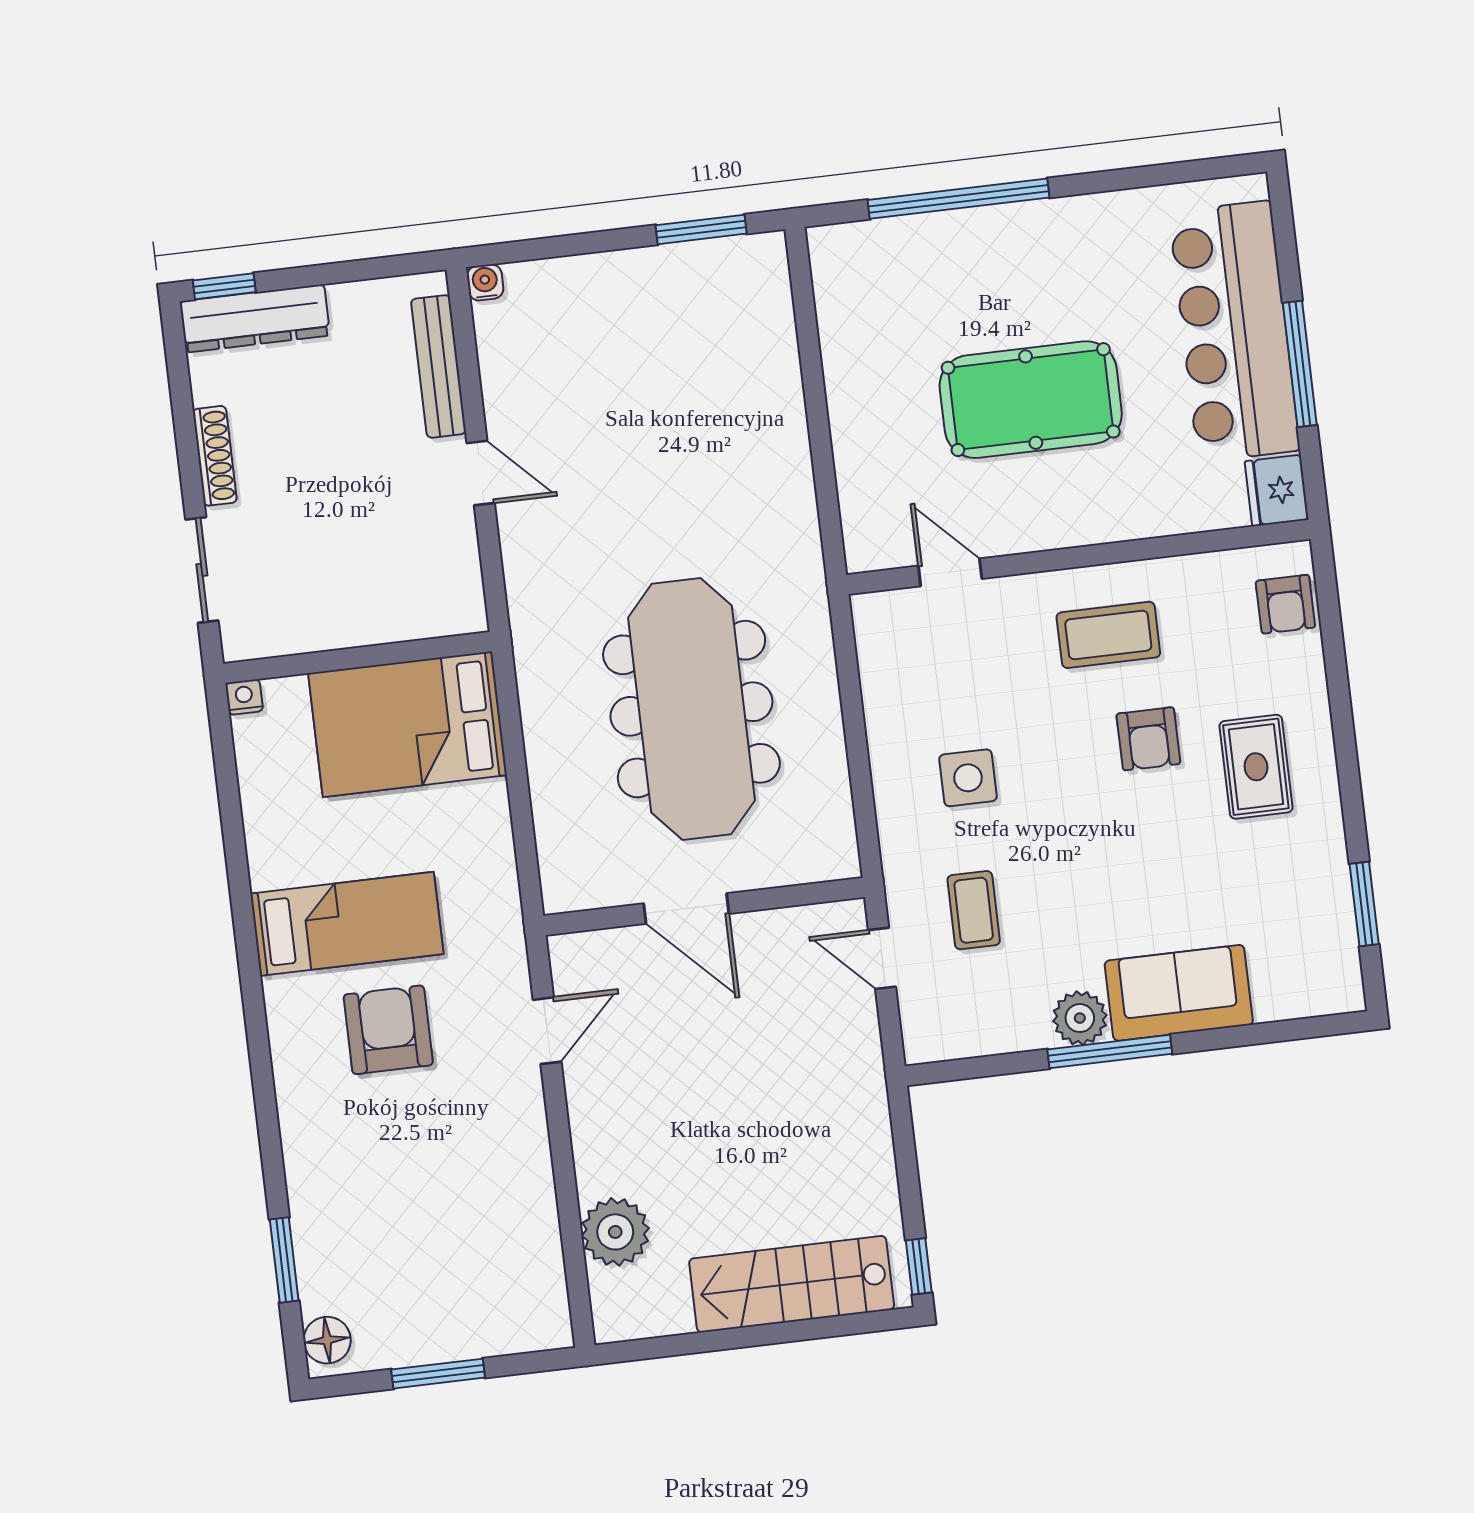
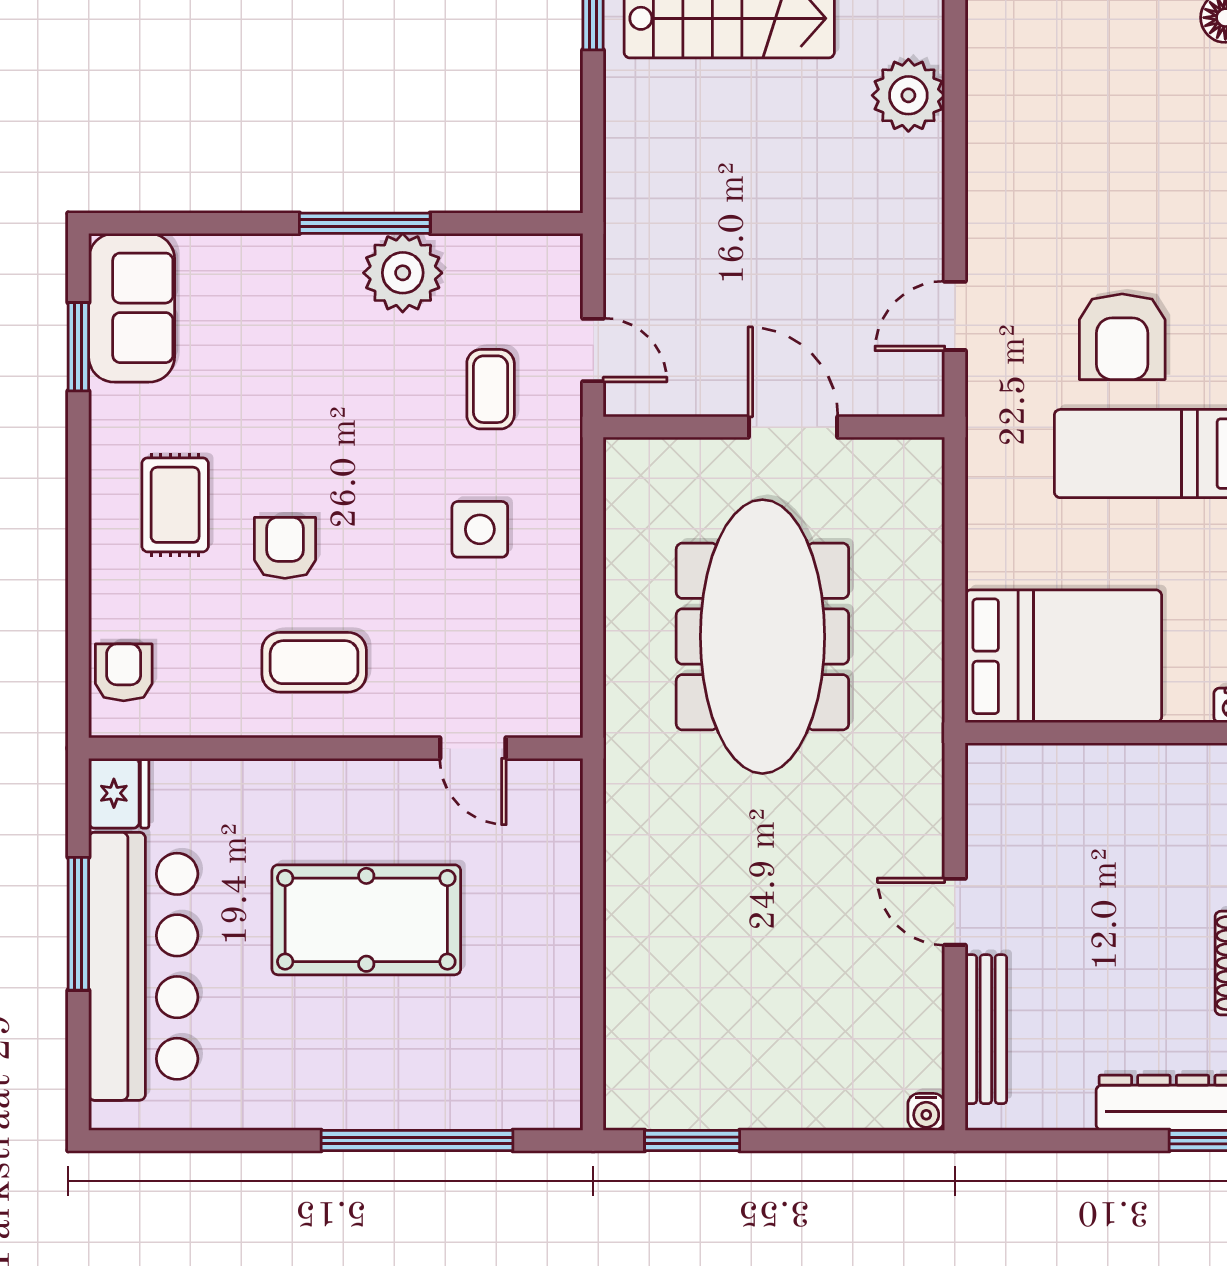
sofa: (1179, 993) -> (132, 308), moved, turned -90
plant: (1080, 1018) -> (403, 273), width x1.36, depth x1.36

